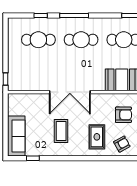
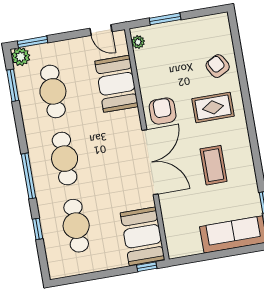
booth: (25, 80) -> (142, 236), added
armchair: (123, 115) -> (163, 111), moved
coffee table: (61, 131) -> (214, 165), turned 90

